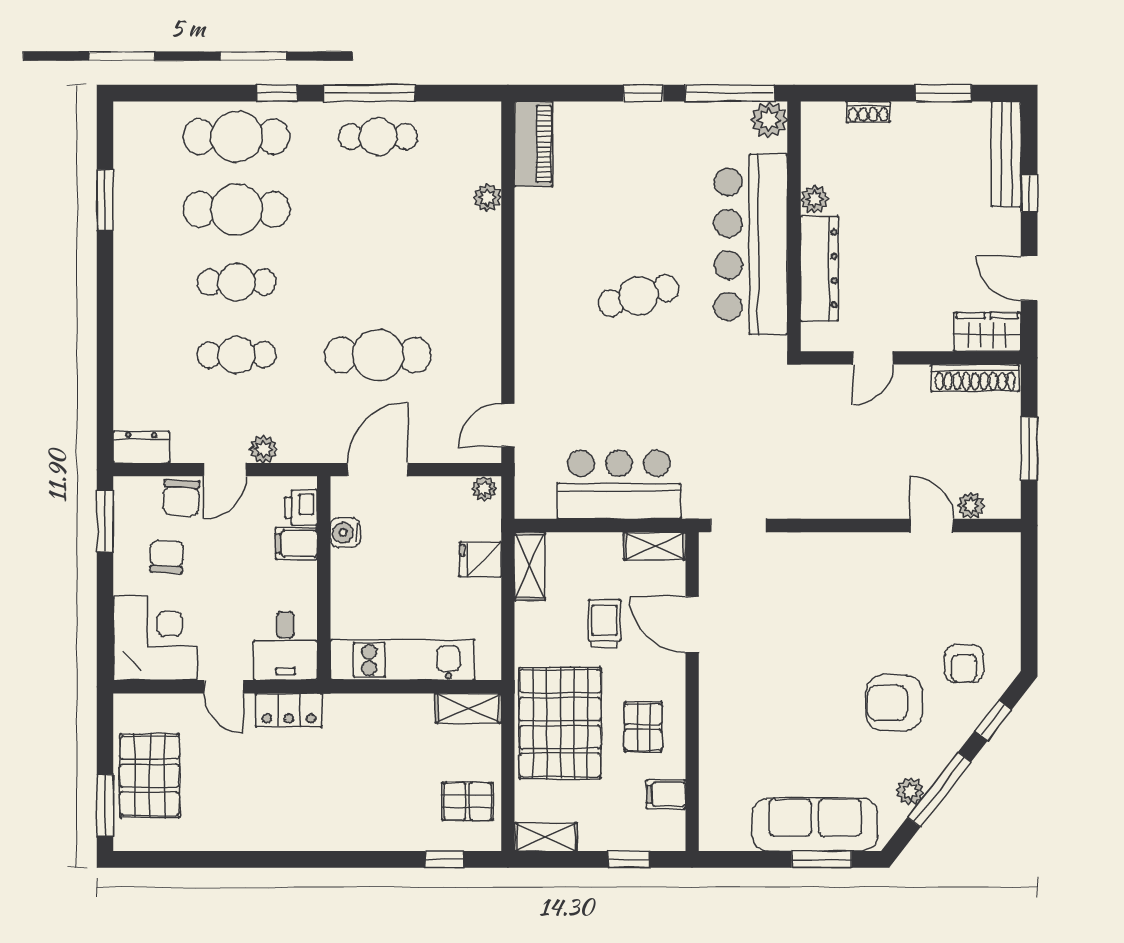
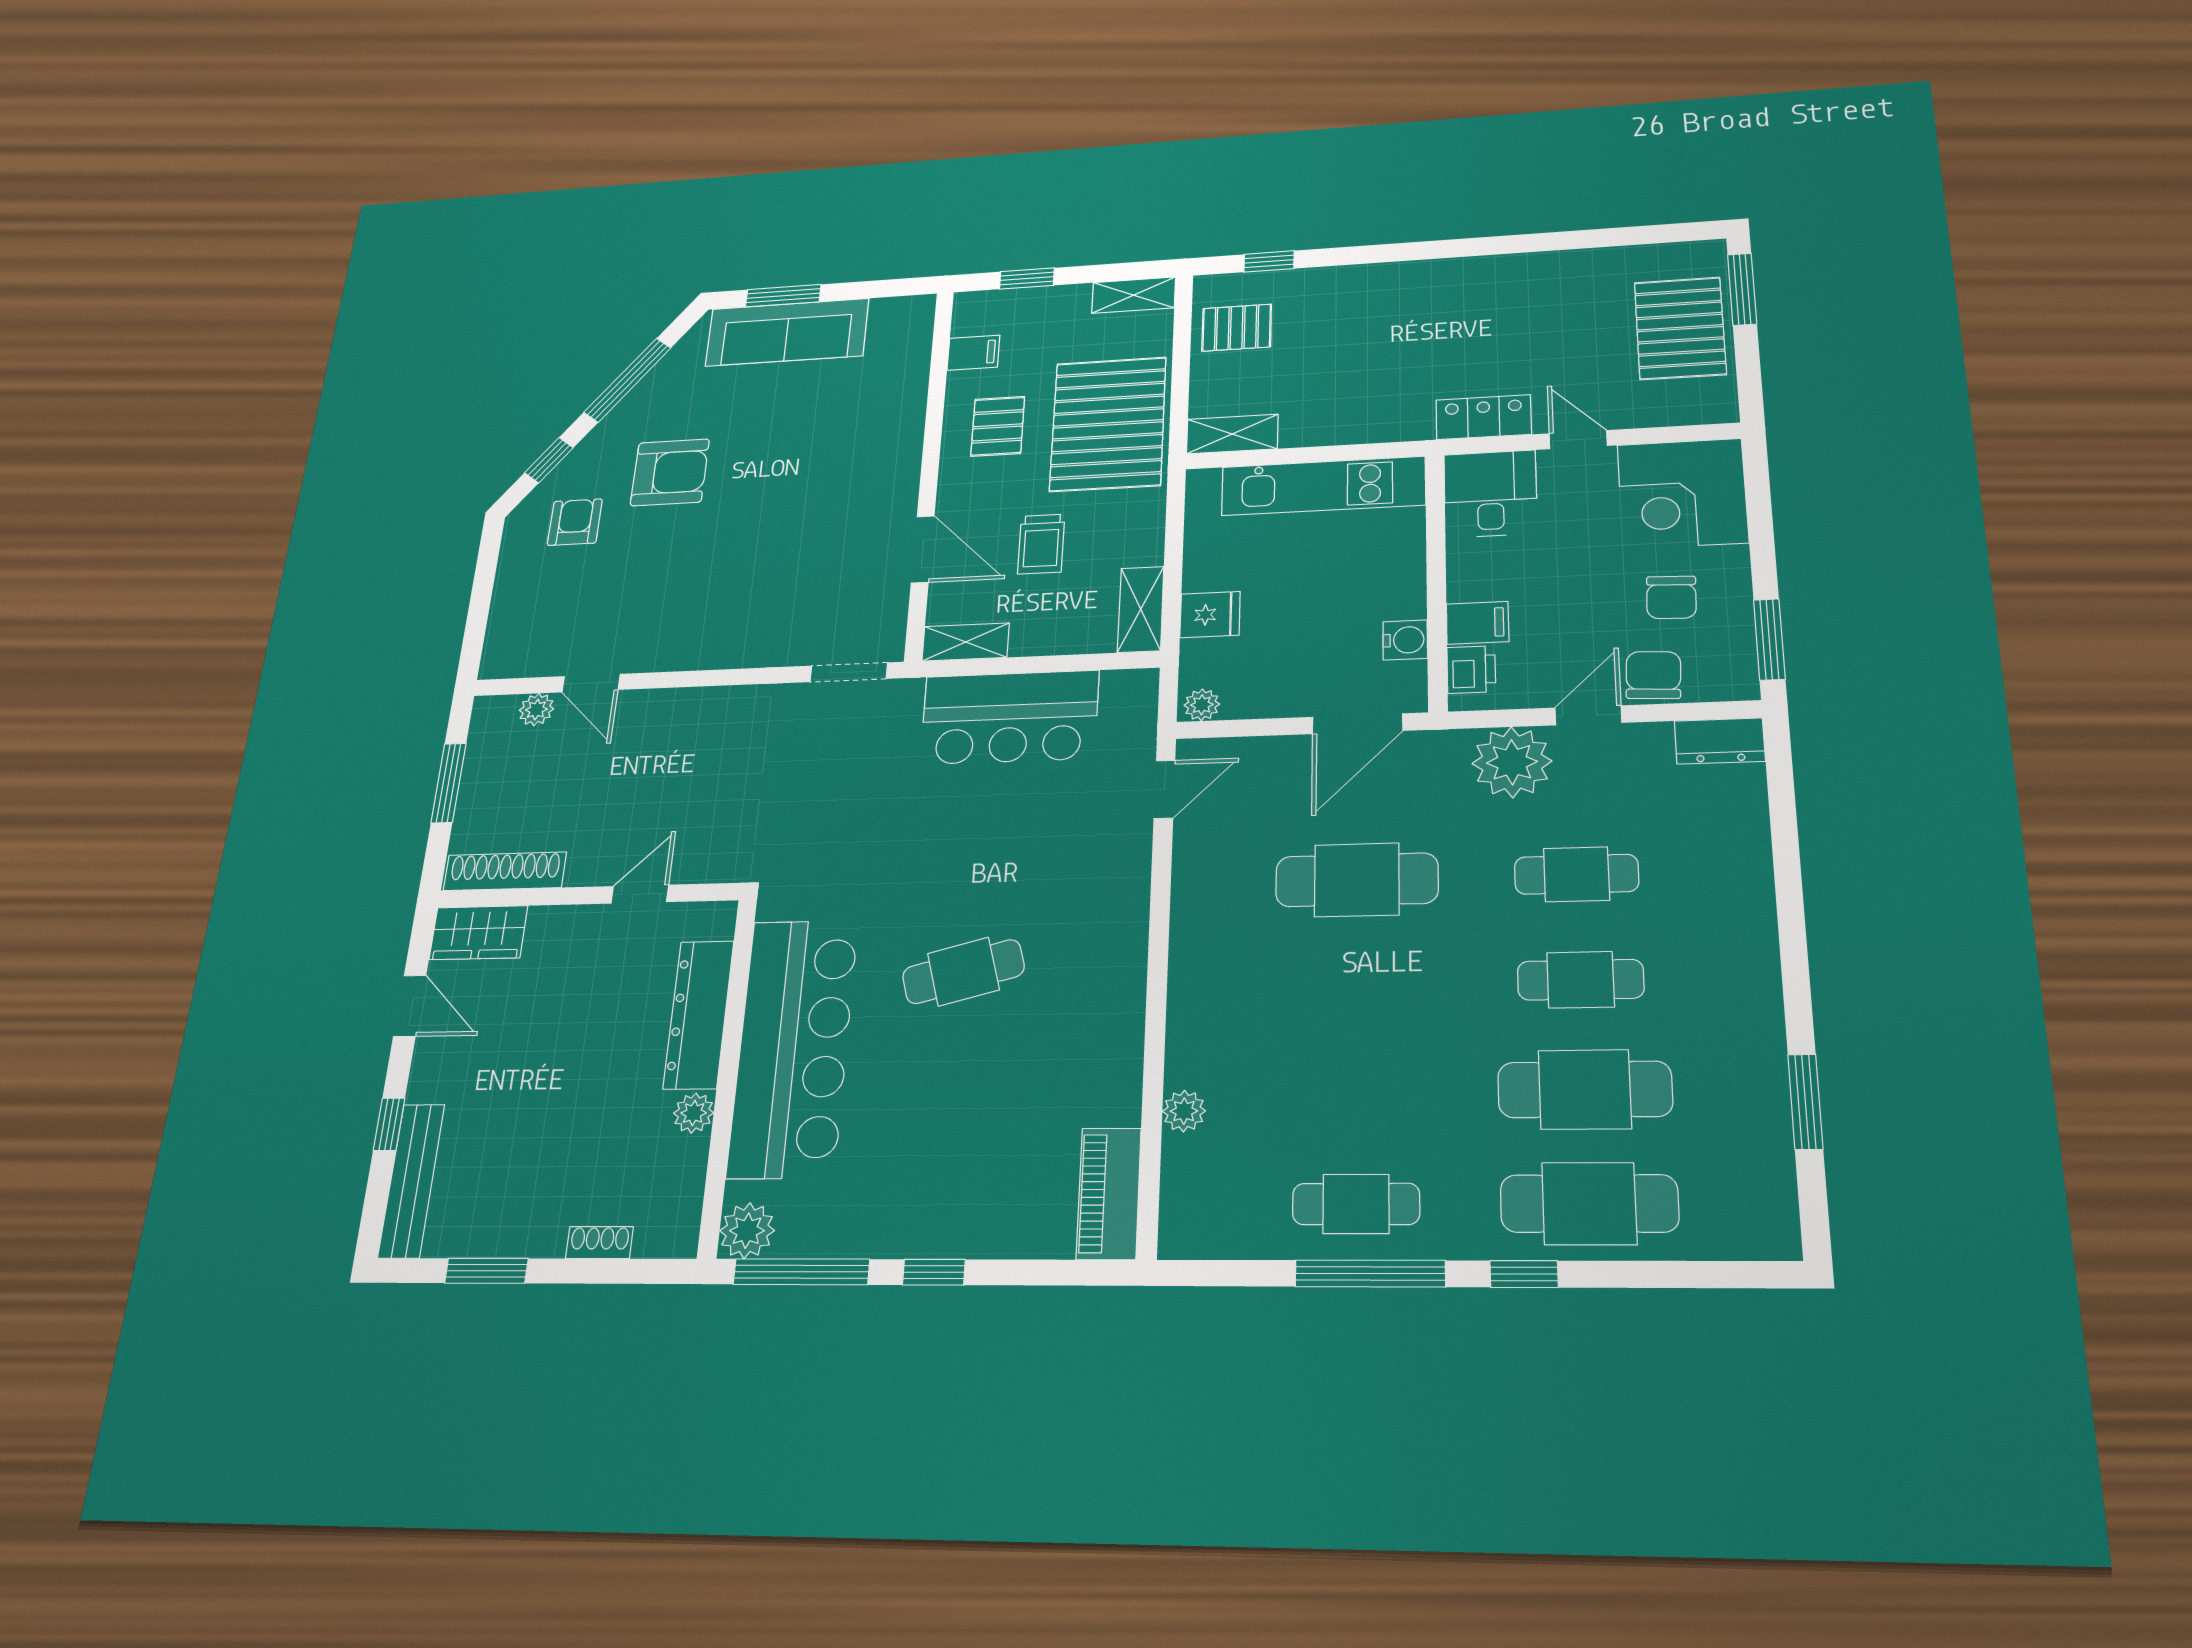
plant: (263, 449) -> (1512, 762), width x1.88, depth x1.88
plant: (910, 791) -> (664, 376), removed

